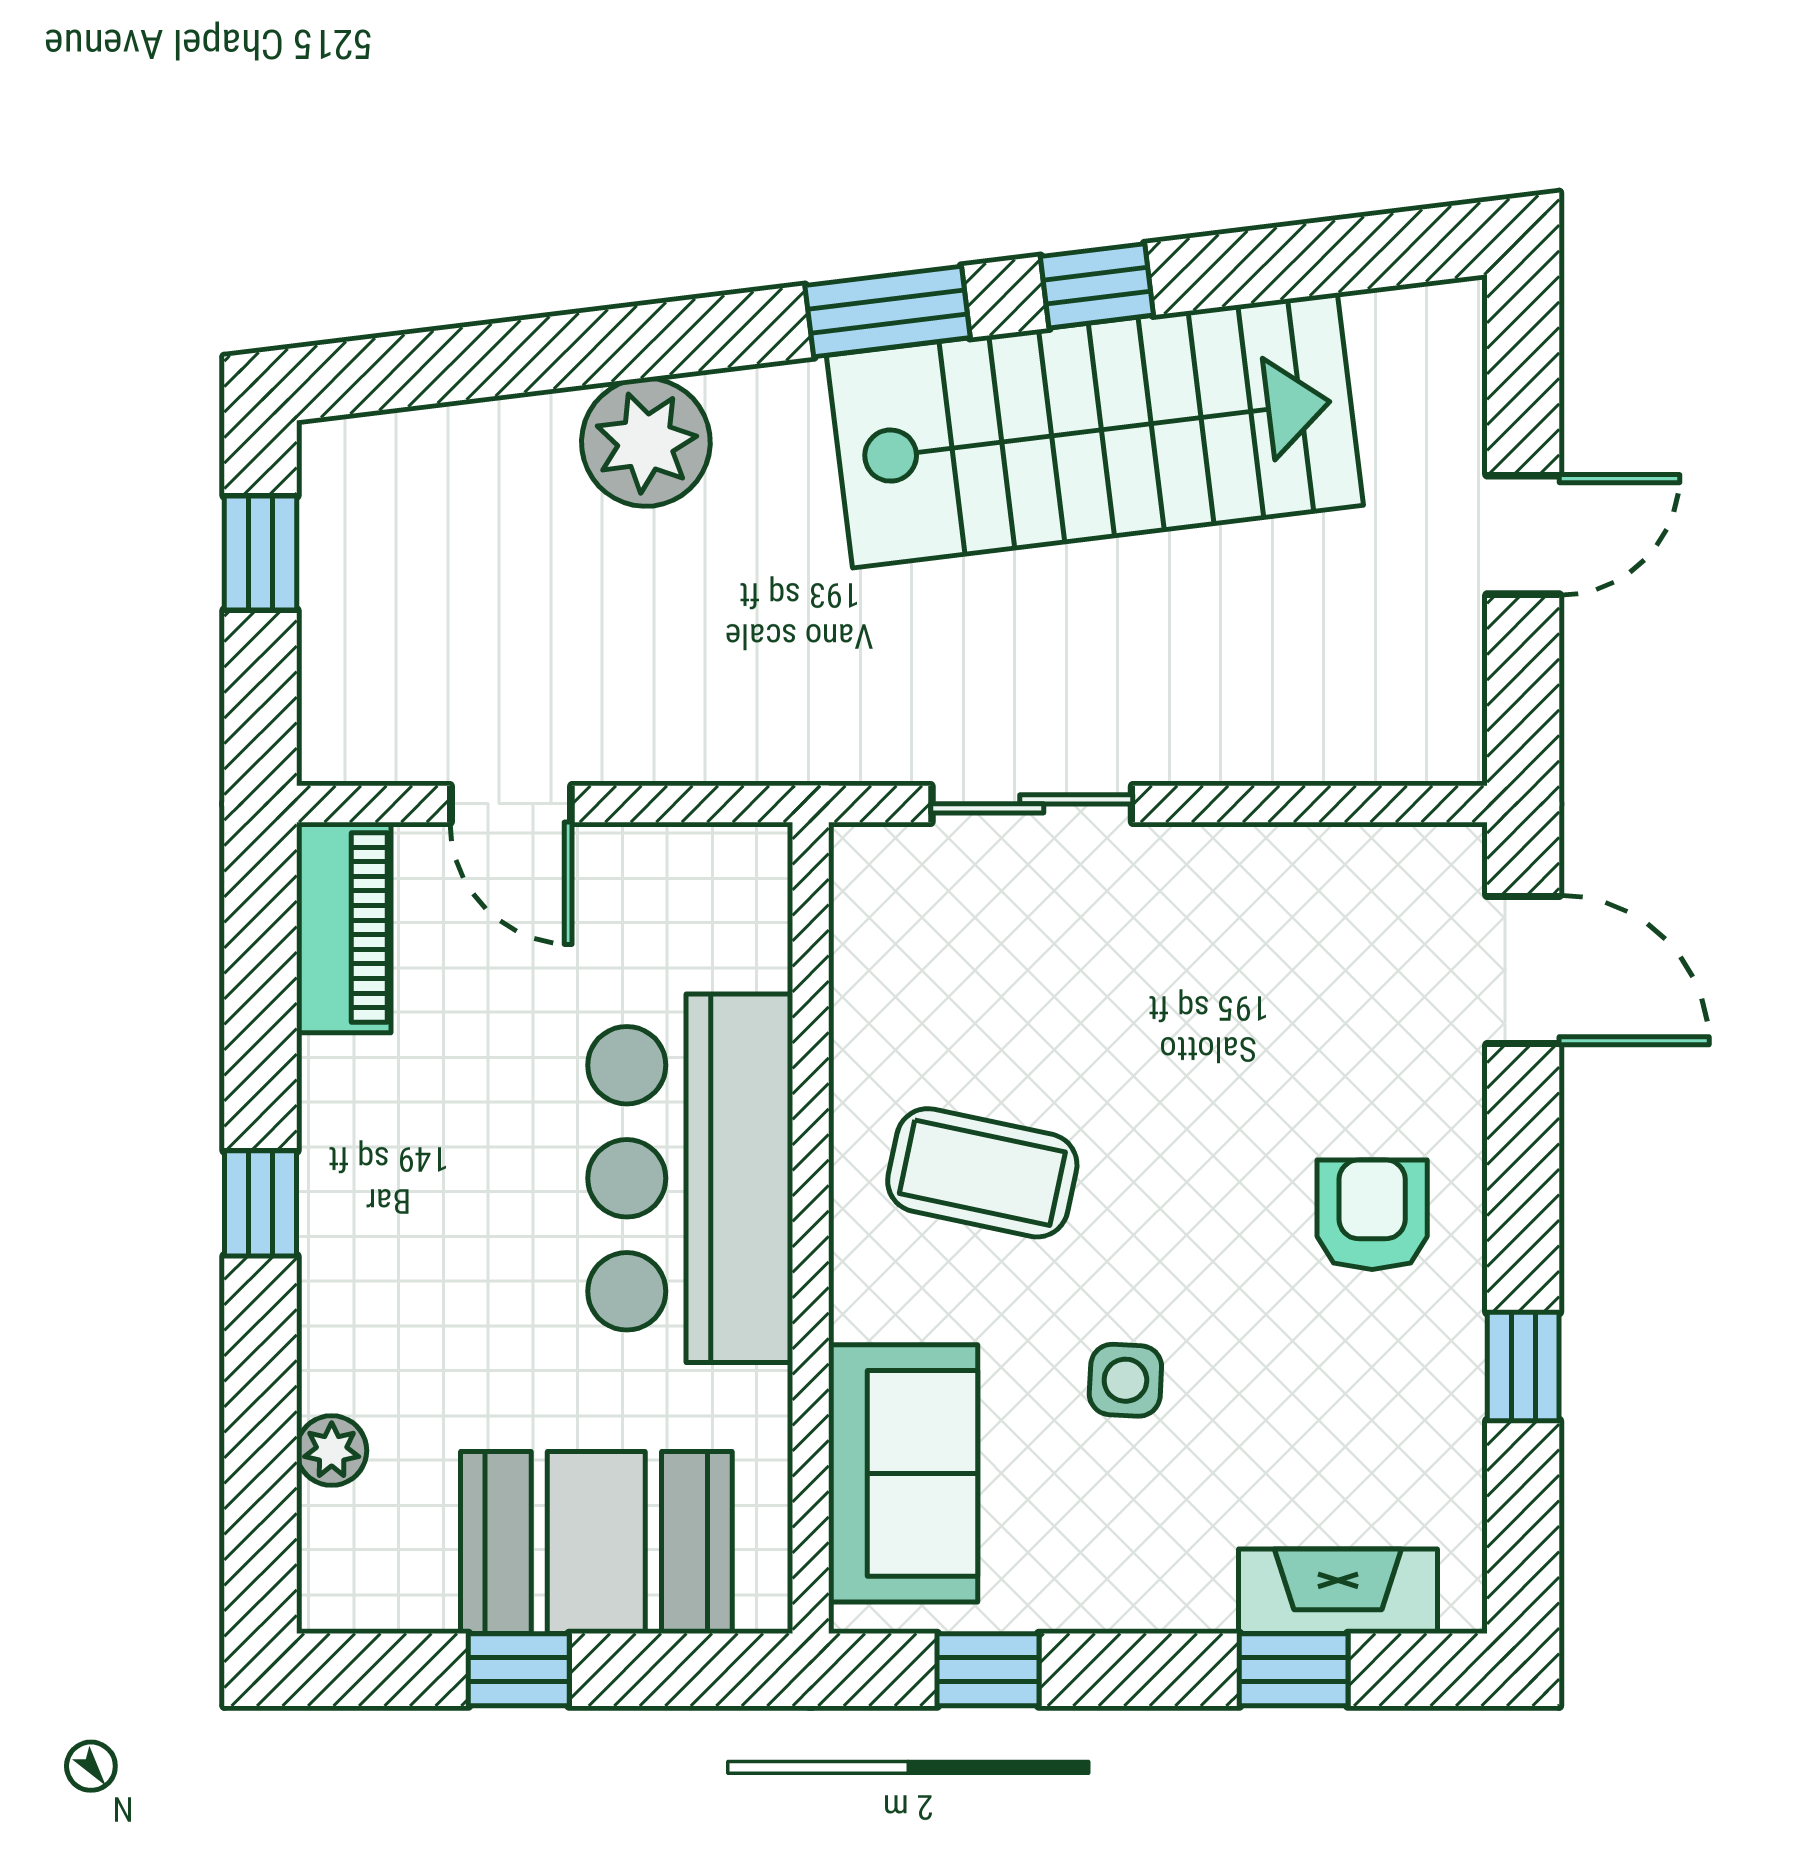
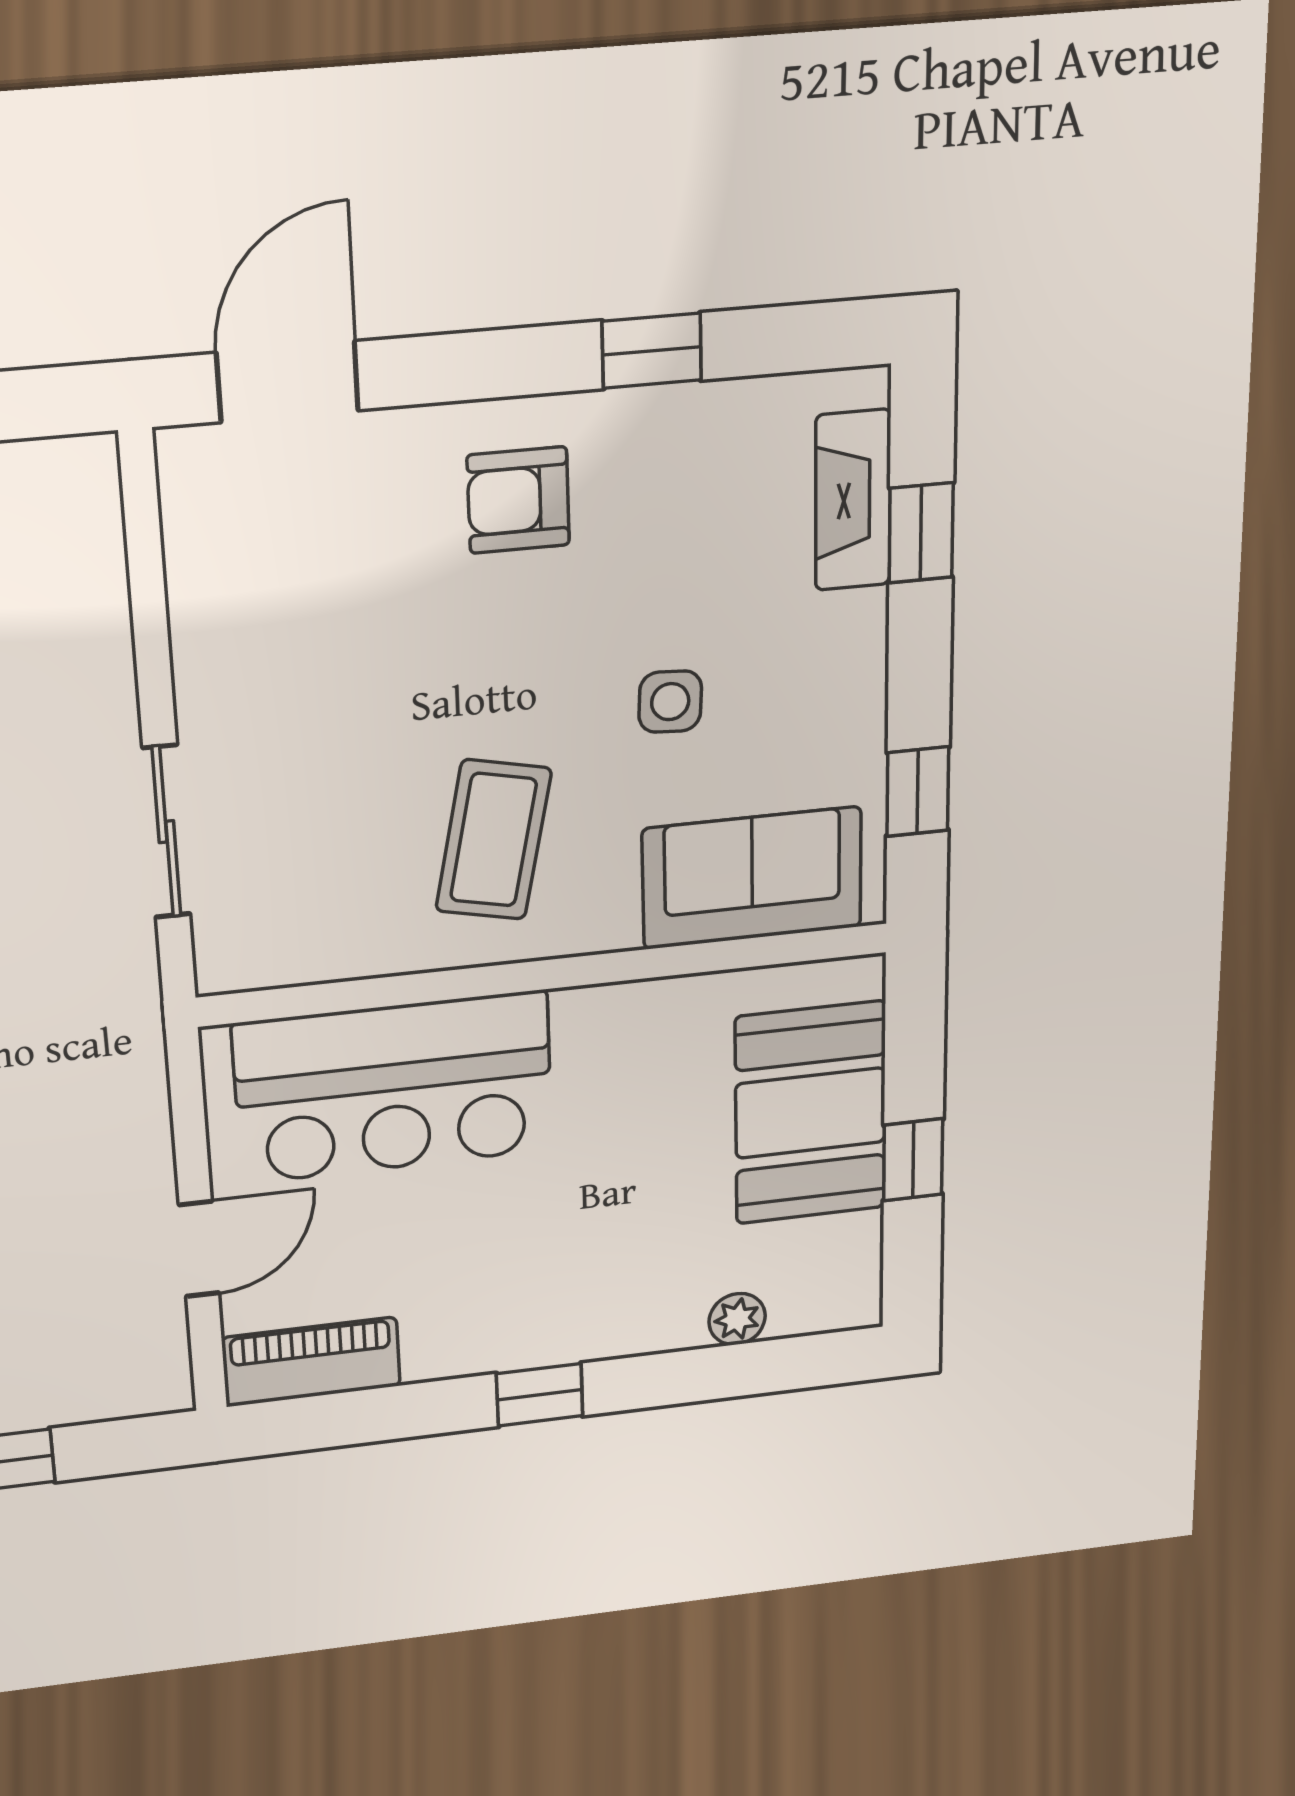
bar counter: (690, 1178) -> (394, 1087), moved

